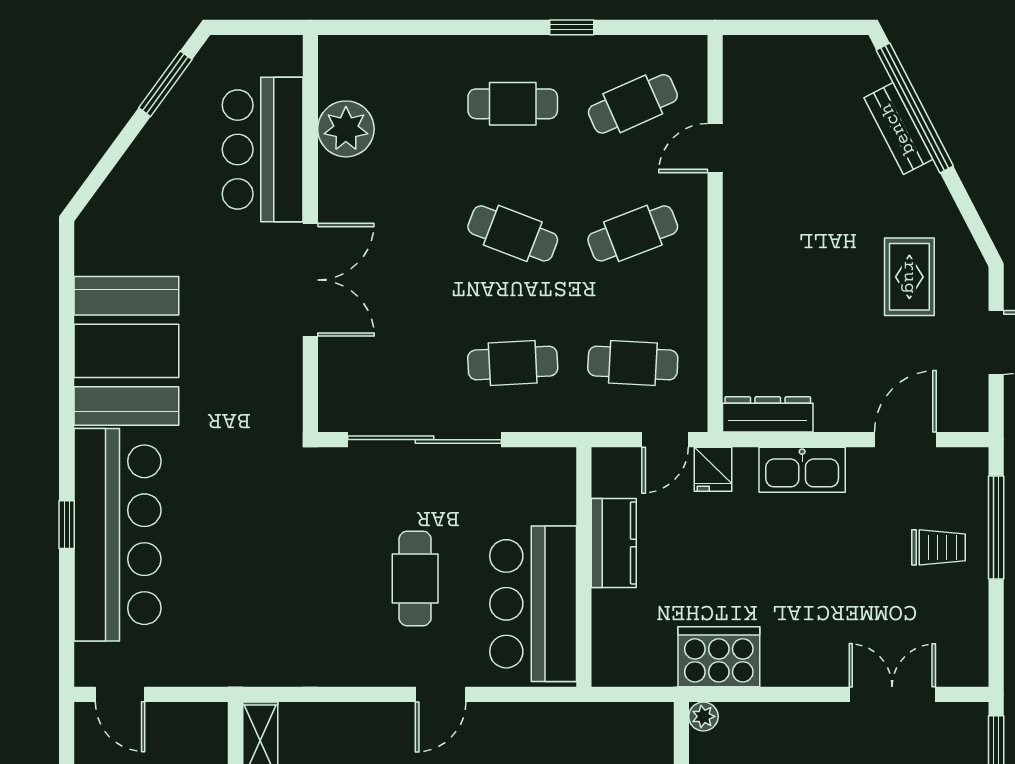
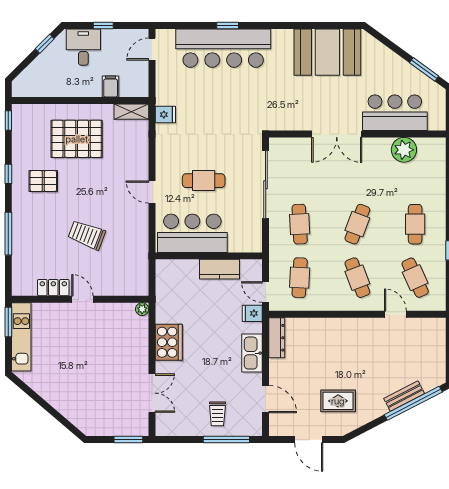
booth: (126, 351) -> (327, 52), moved
cooker: (719, 657) -> (169, 342), moved
fridge: (267, 664) -> (165, 115), added

